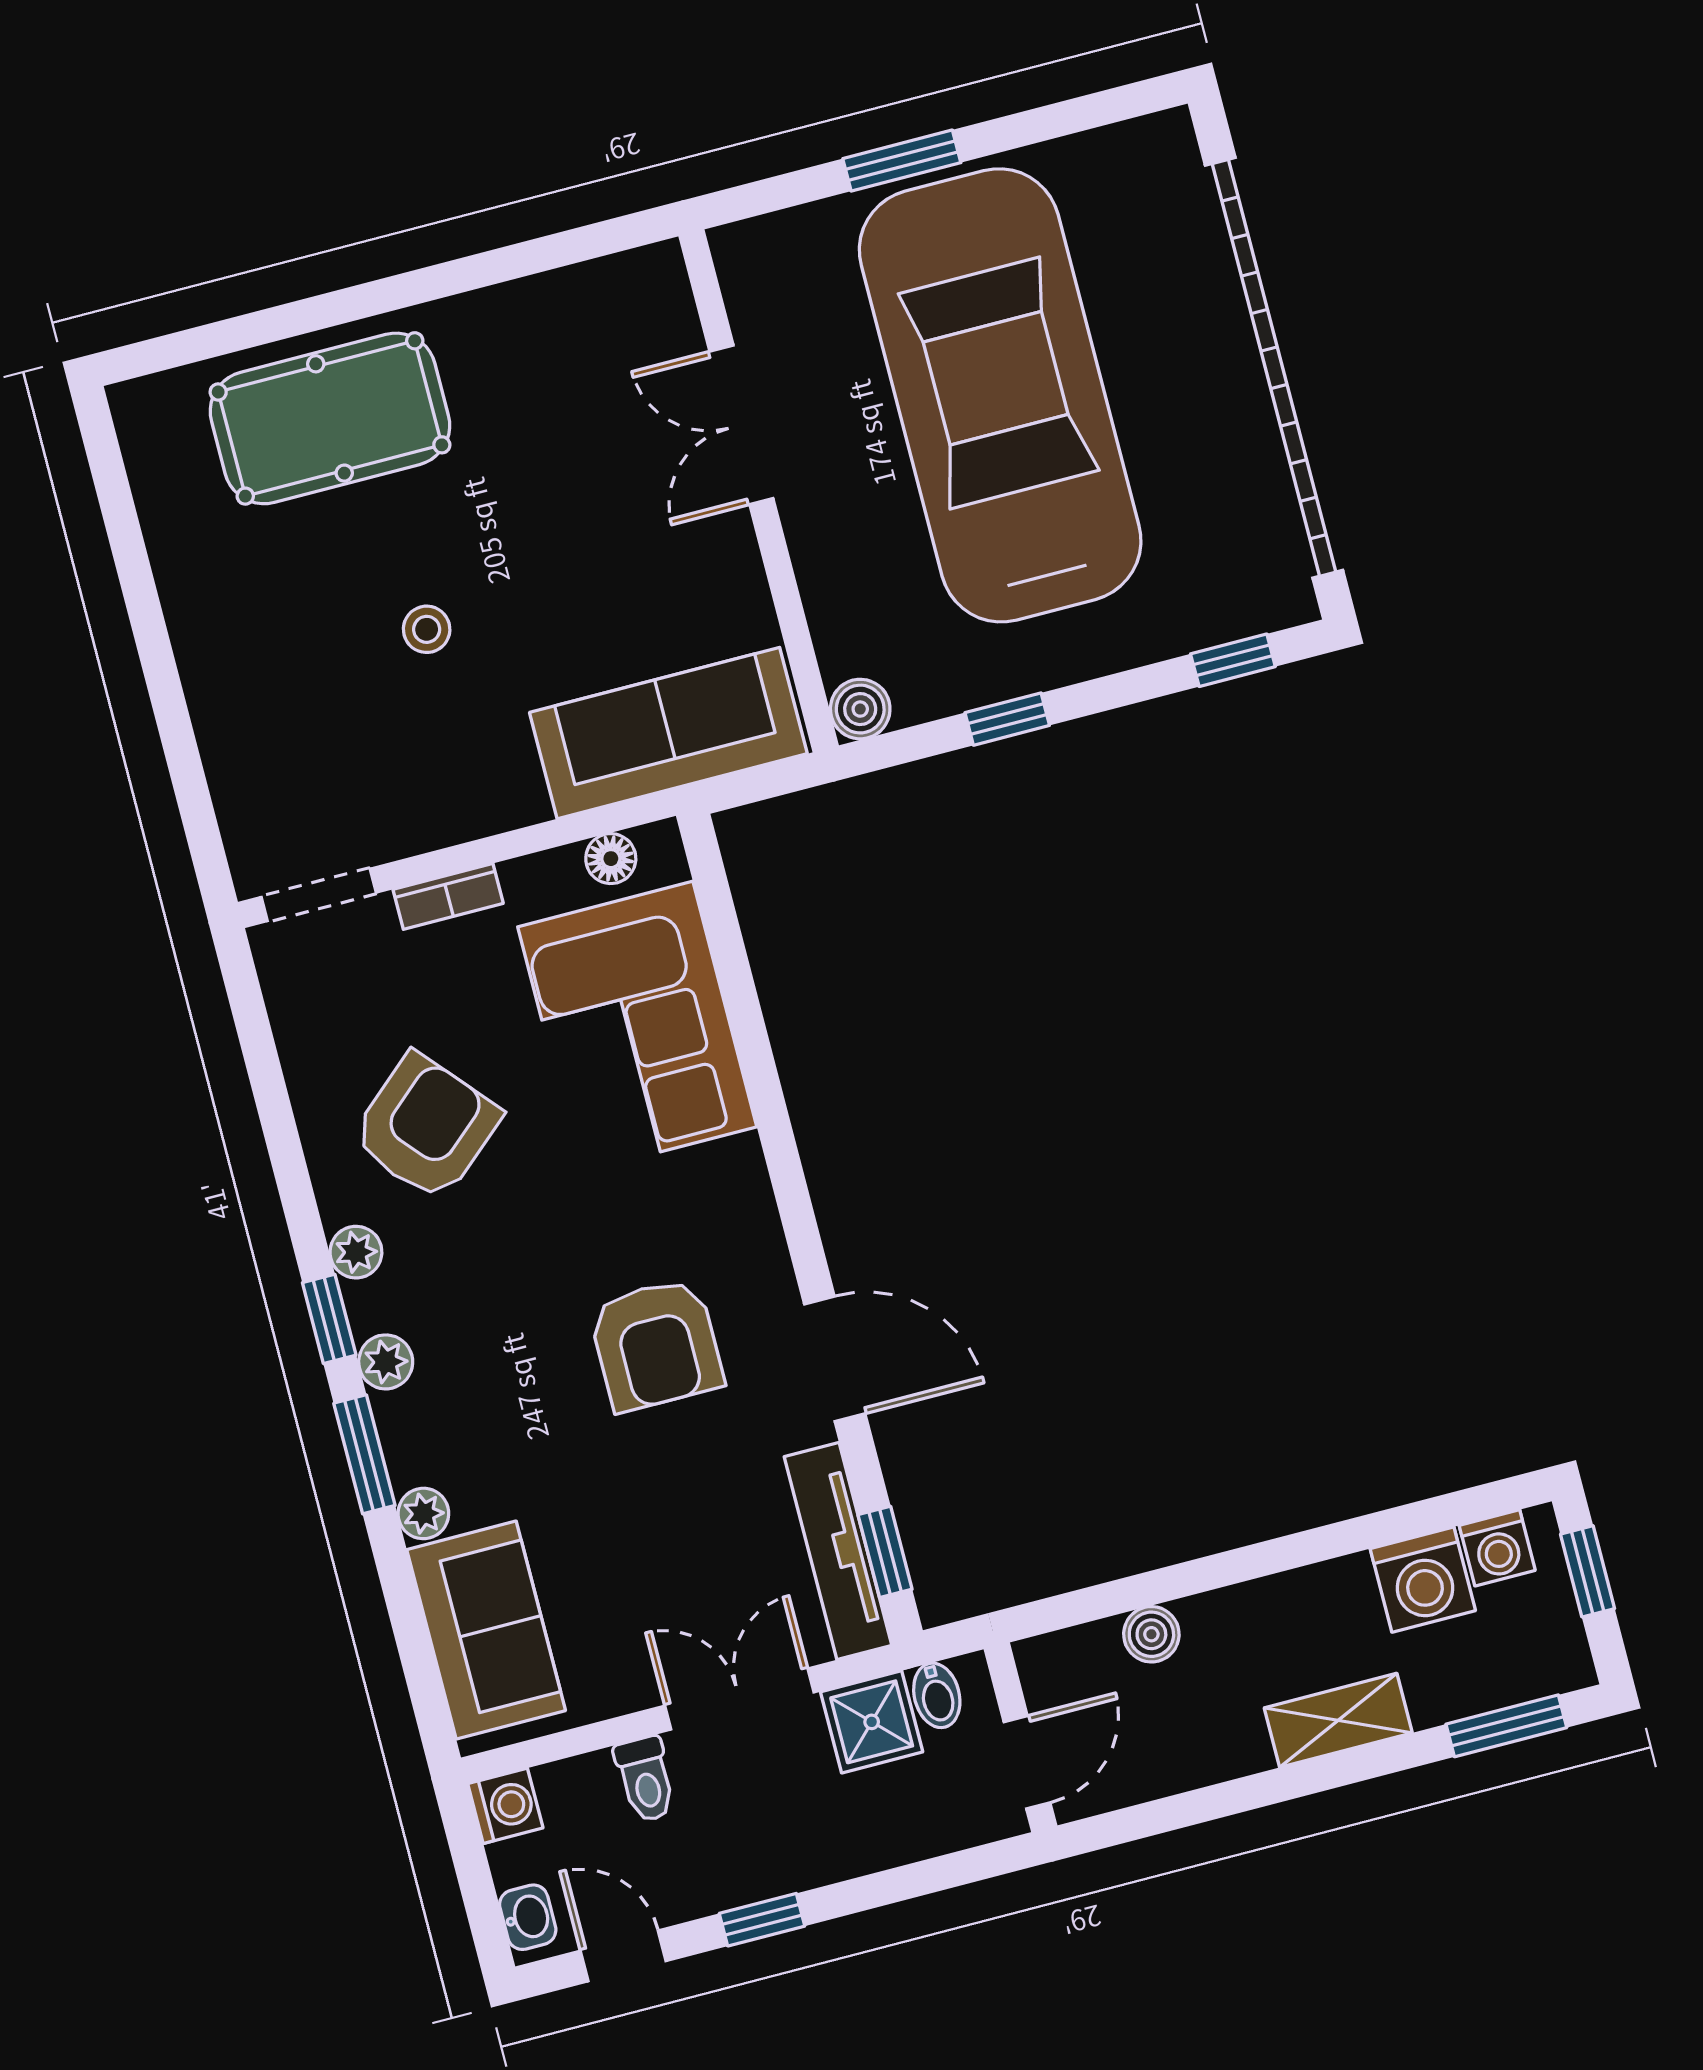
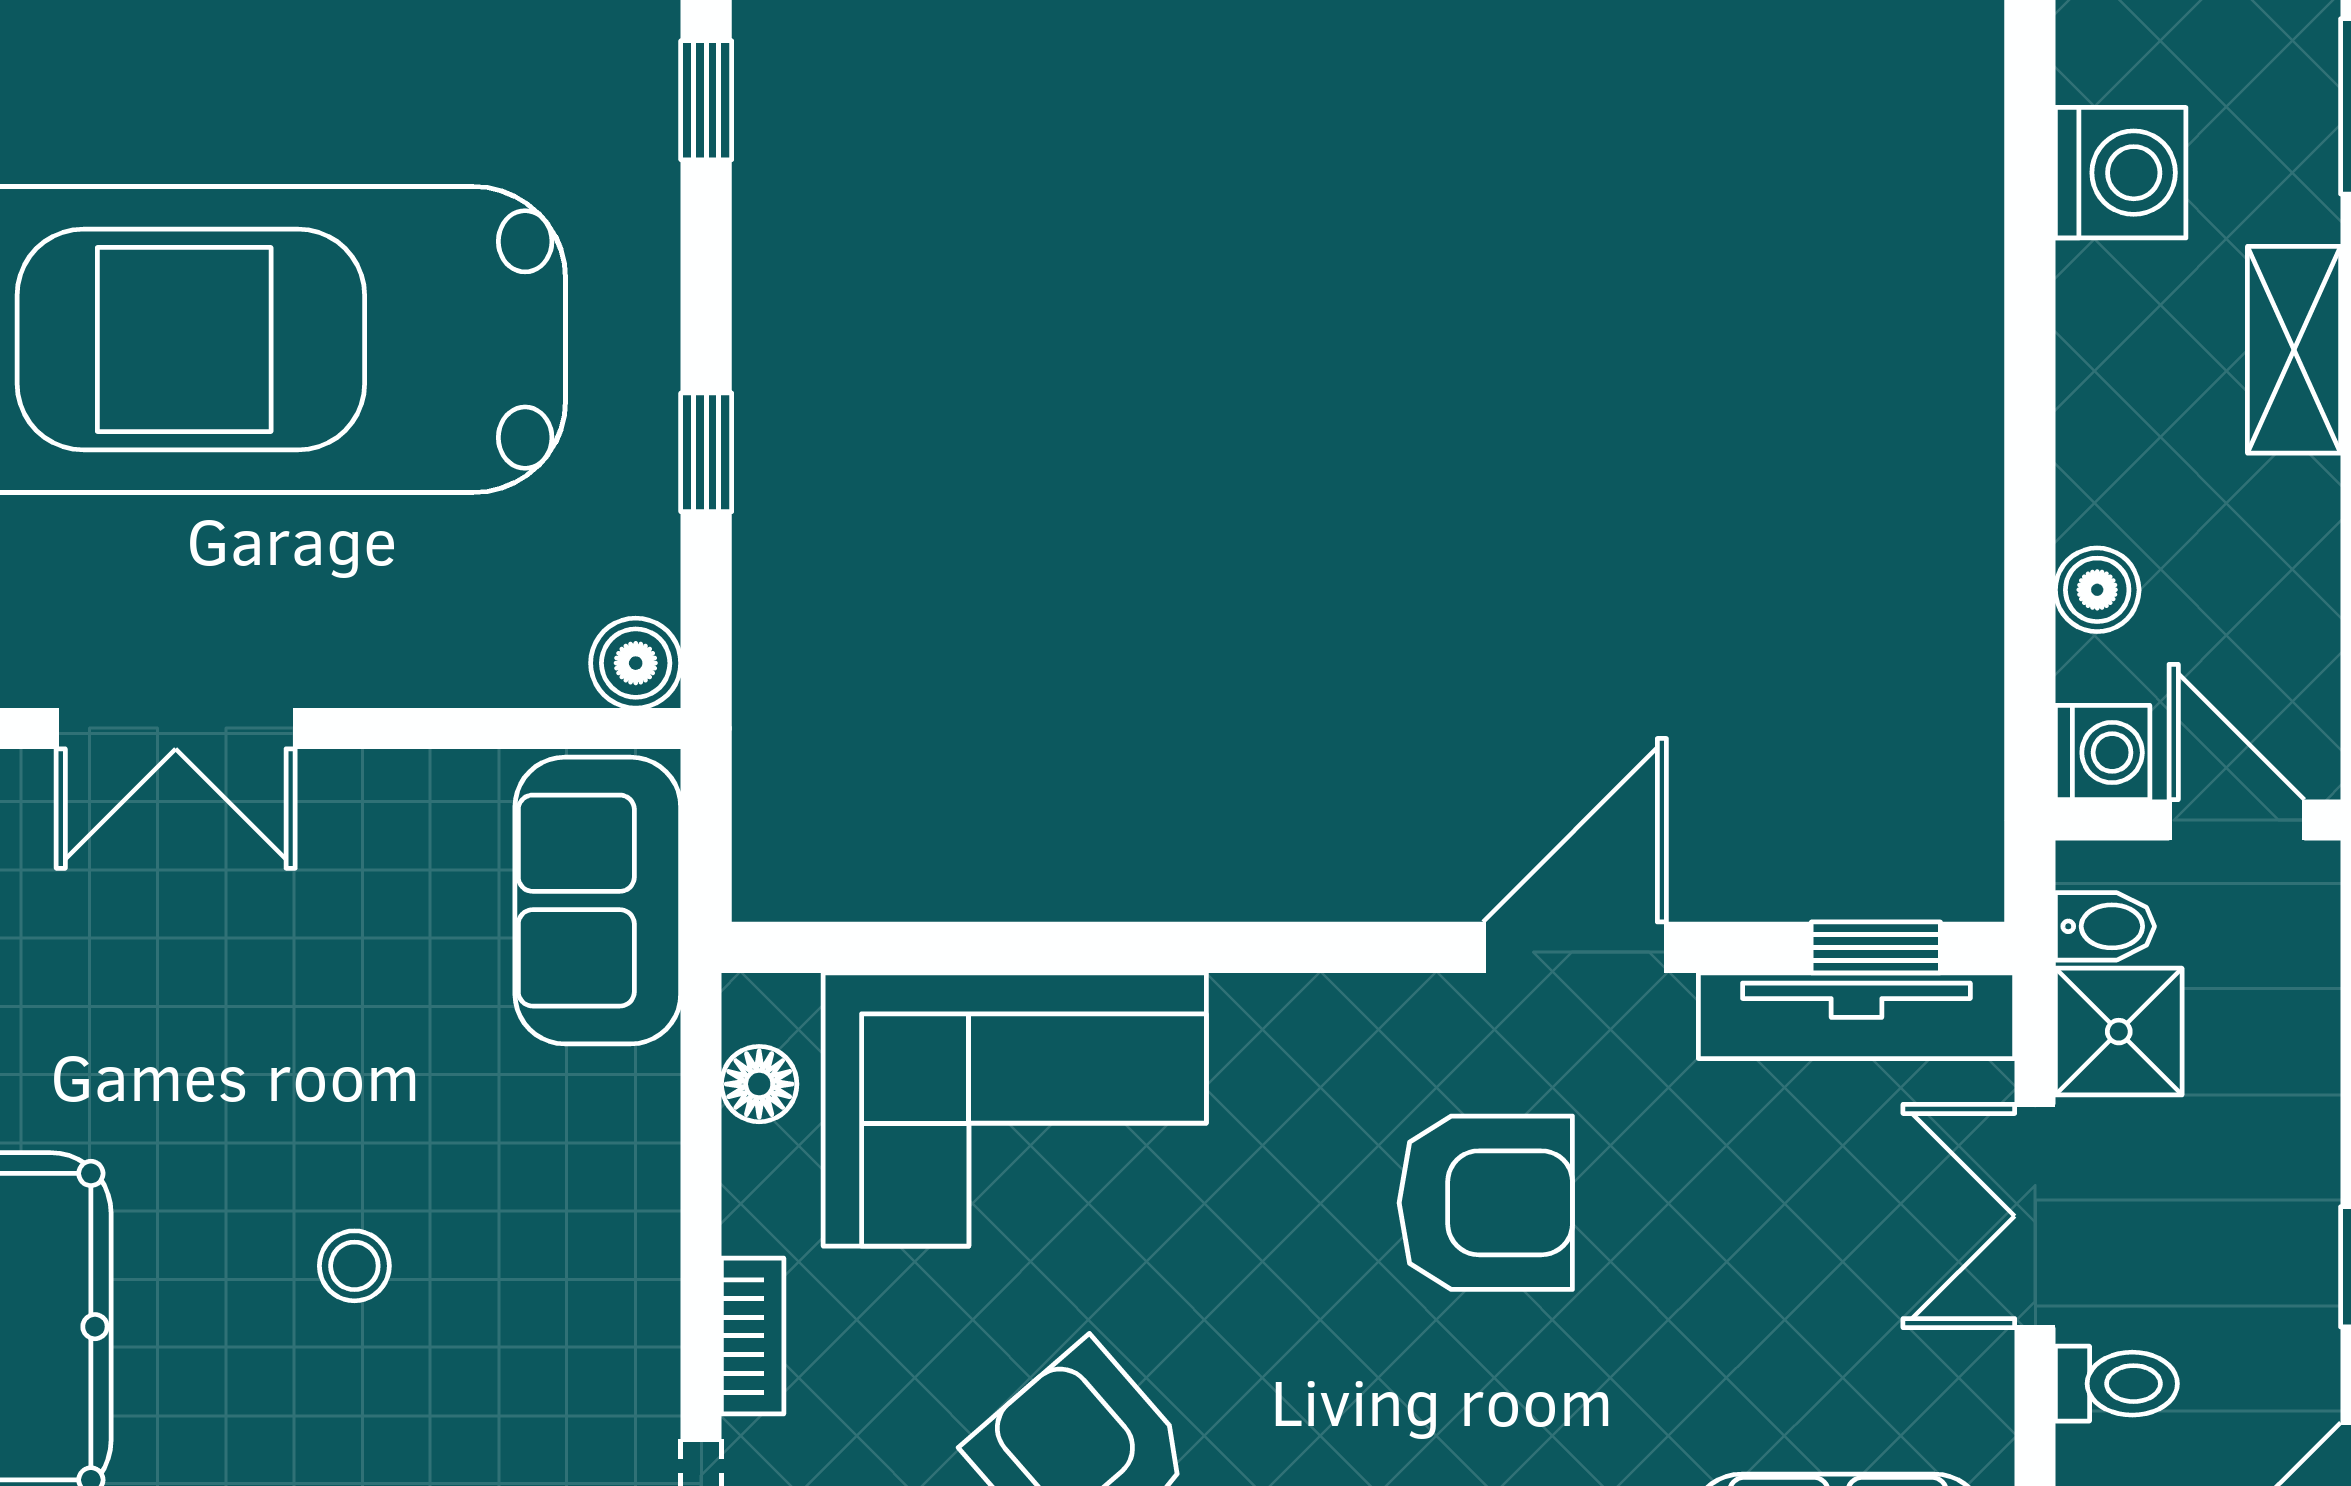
sofa: (668, 733) -> (598, 901), width x0.73
washing machine: (1497, 1548) -> (2103, 753), moved

